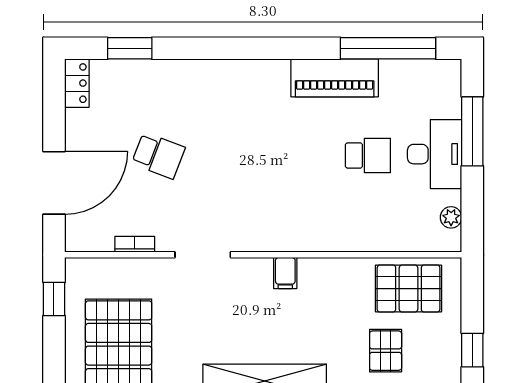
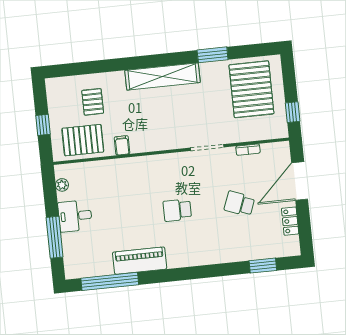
locker: (77, 83) -> (290, 221), moved
desk: (435, 154) -> (75, 216), width x0.73
school desk: (368, 156) -> (177, 210), moved
filing cabinet: (285, 273) -> (122, 145), moved
window: (472, 350) -> (43, 125), moved

